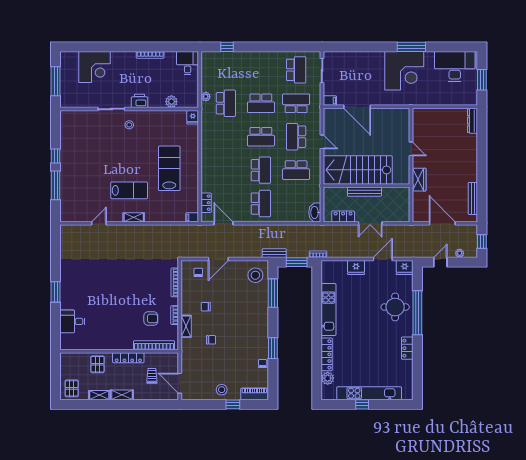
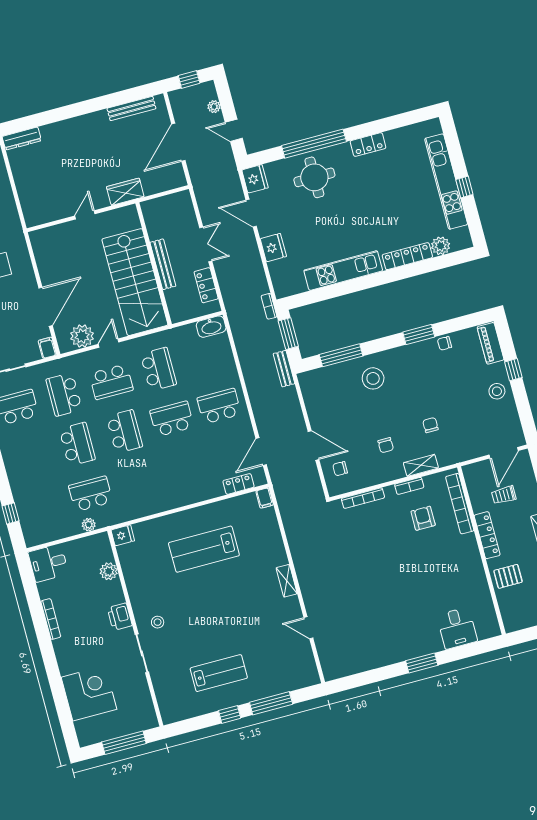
plant: (331, 126) -> (82, 336), added
lab bench: (129, 190) -> (219, 673), moved, turned 90
stool: (255, 275) -> (373, 378), moved

